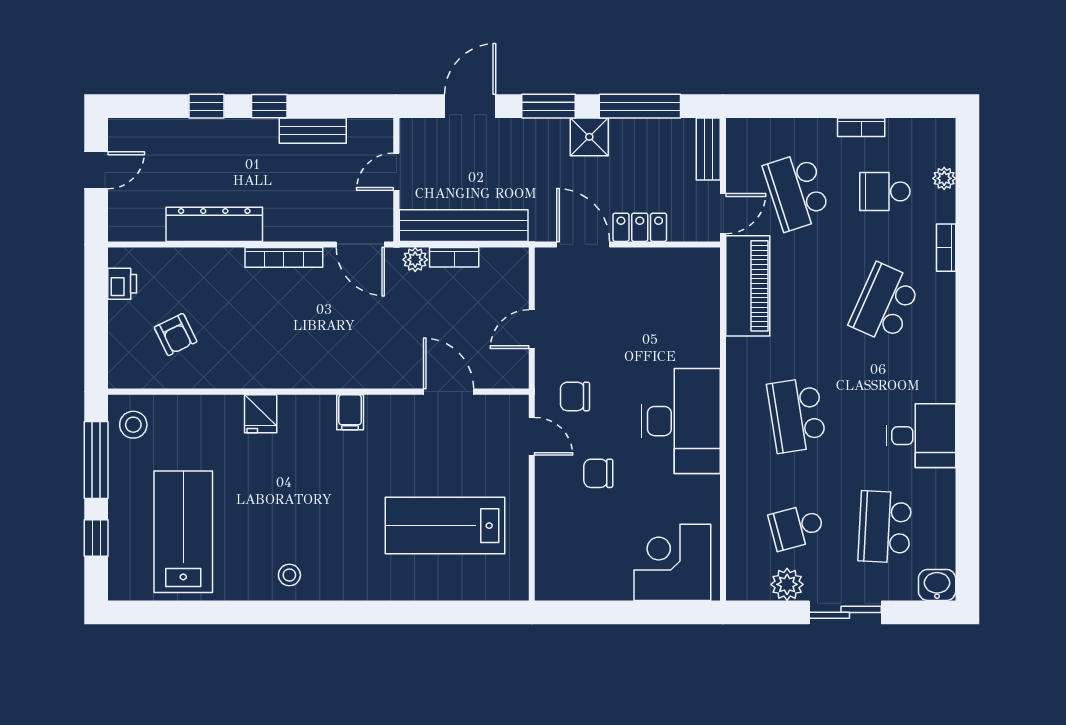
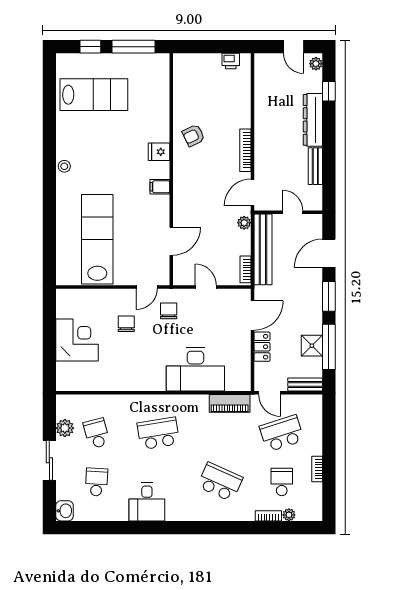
window: (207, 106) -> (329, 91), moved
window: (269, 106) -> (329, 142), removed
door: (470, 106) -> (329, 253), swing flipped
plant: (127, 130) -> (316, 64), added
shower: (589, 137) -> (312, 346), moved
dresser: (214, 224) -> (313, 120), moved, turned 180
bookcase: (946, 248) -> (268, 516), moved
bookcase: (454, 257) -> (245, 269), moved
piano: (748, 286) -> (230, 403), width x0.73, depth x0.75
armchair: (176, 335) -> (193, 135), moved
fridge: (261, 414) -> (159, 152), moved
desk: (681, 421) -> (195, 369), moved
stool: (133, 425) -> (153, 67), removed
lab bench: (445, 526) -> (97, 239), width x1.36
school desk: (885, 527) -> (97, 482), width x0.54
corner desk: (672, 562) -> (77, 340), moved
stool: (289, 575) -> (64, 166), moved

